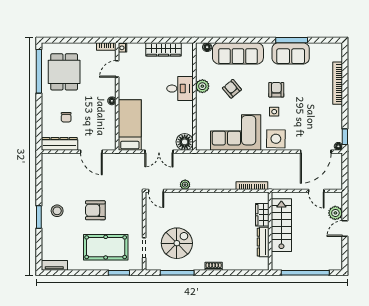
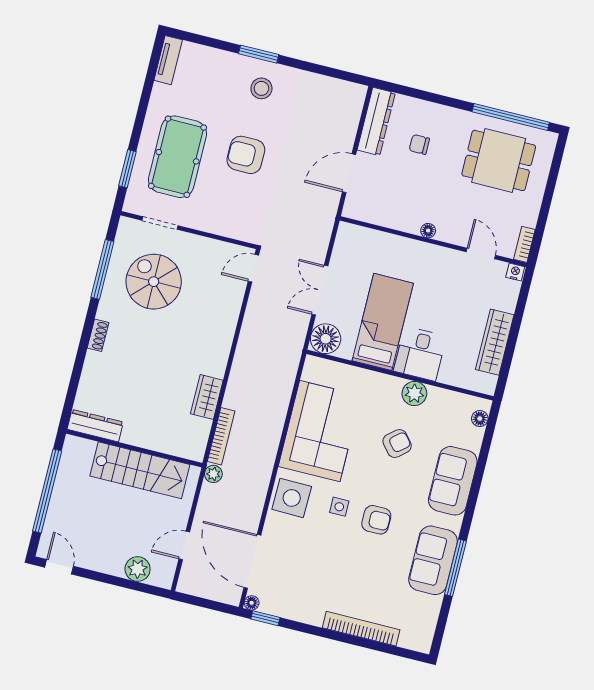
sofa: (238, 53) -> (453, 481), width x0.73
bed: (130, 125) -> (383, 322), moved, turned -90
plant: (185, 185) -> (213, 474), moved
armchair: (95, 210) -> (246, 155), turned -90
wardrobe: (262, 215) -> (207, 397), moved, turned -90
door: (345, 229) -> (59, 567), moved
dresser: (263, 242) -> (95, 426), moved
spiral stairs: (177, 243) -> (154, 282), turned 180

